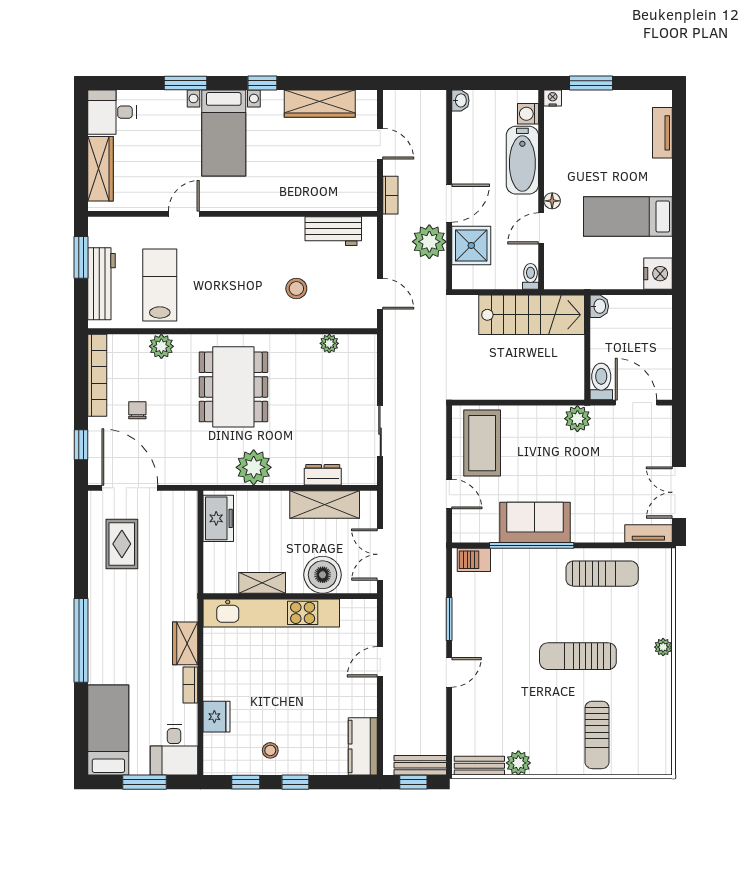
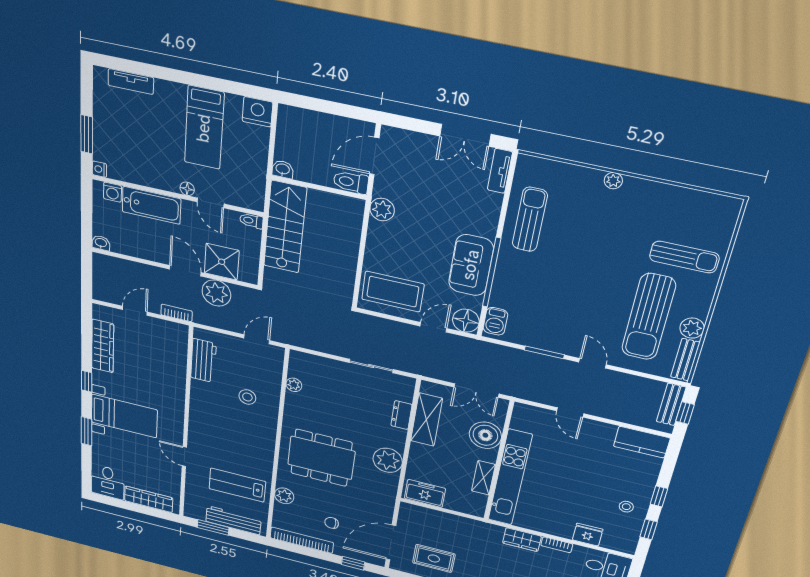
floor lamp: (466, 528) -> (466, 321), added
sun lounger: (578, 656) -> (649, 317), moved, width x1.36, depth x1.34

